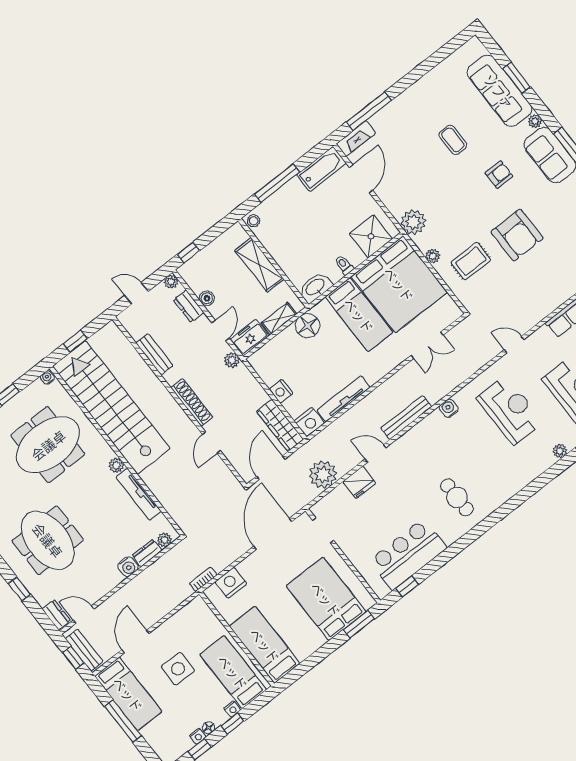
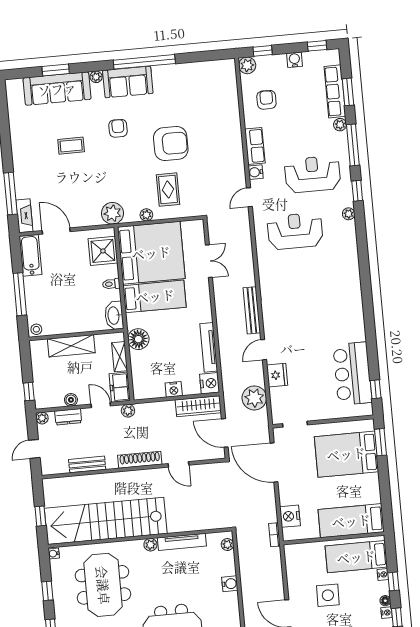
water cooler: (449, 408) -> (256, 172), moved
cafe table: (457, 497) -> (334, 311), removed
dresser: (147, 553) -> (229, 563), removed

